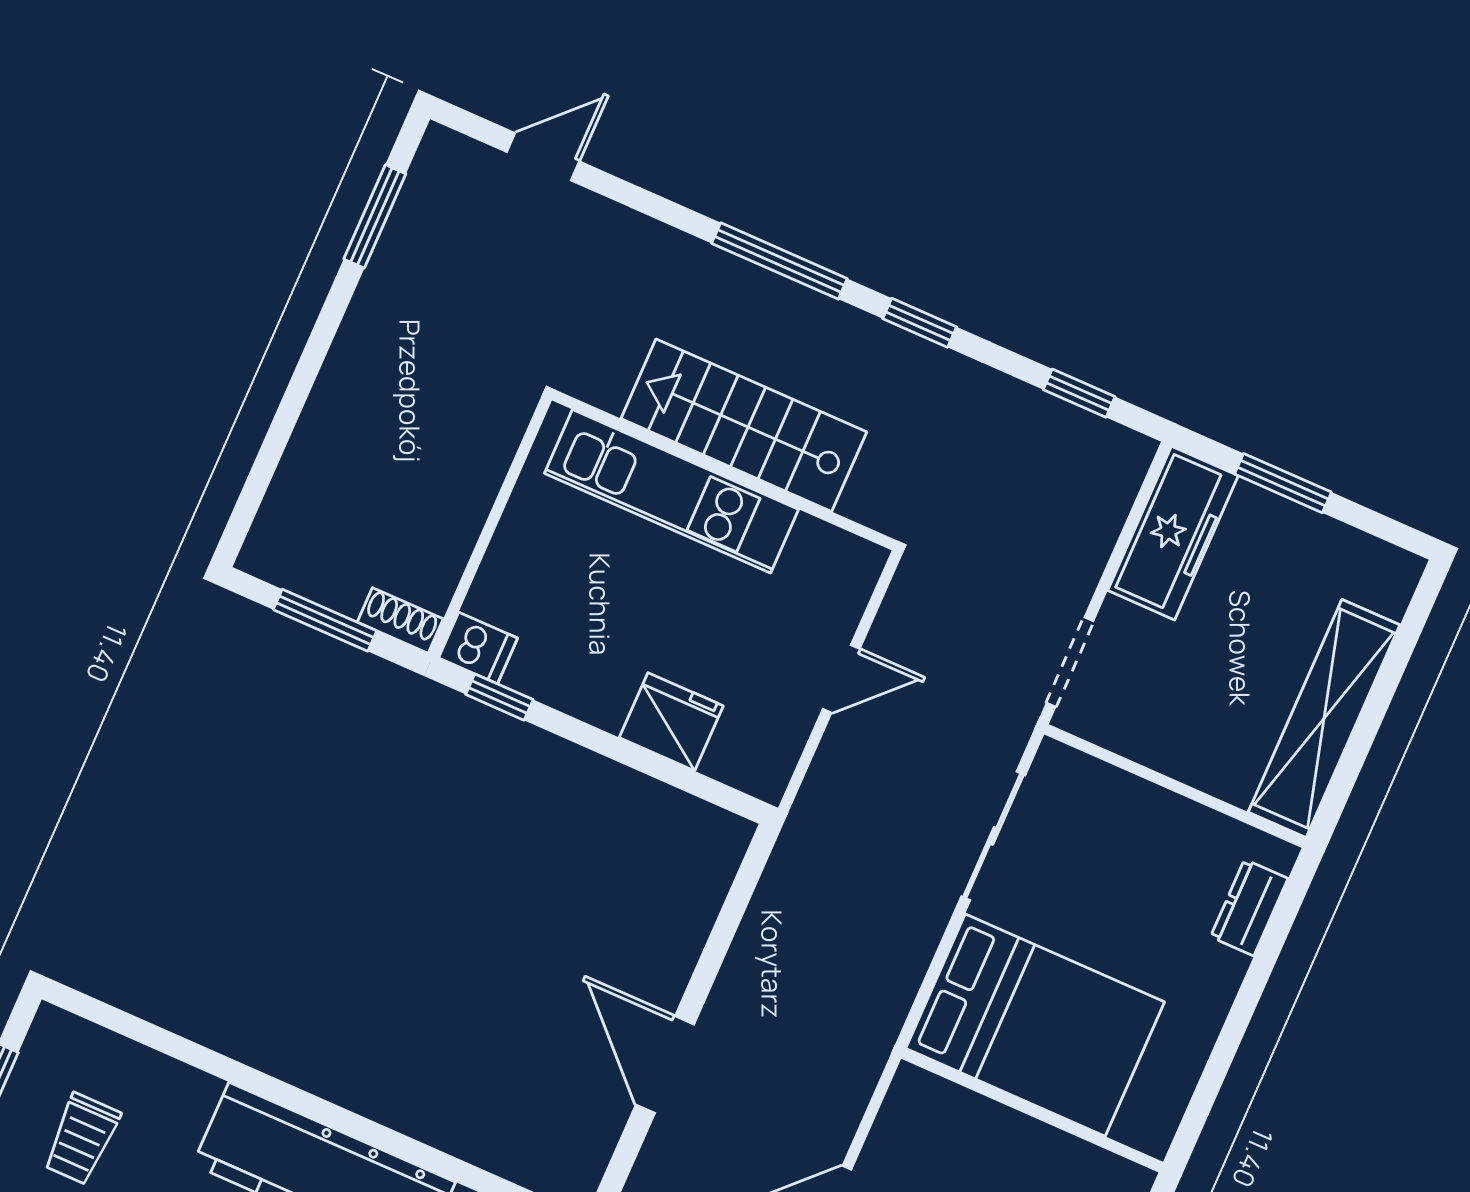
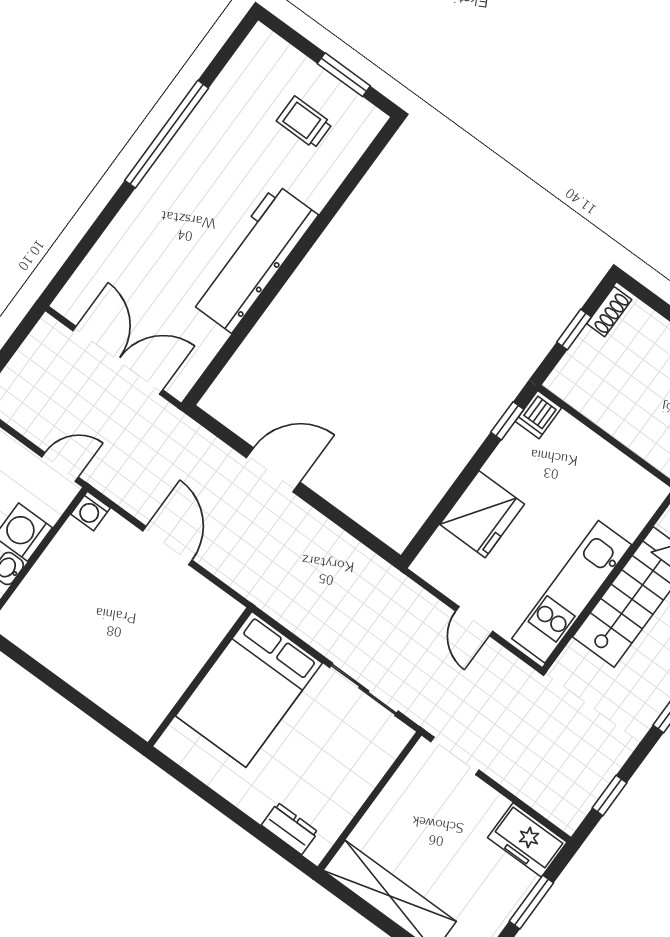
kitchen unit: (671, 491) -> (572, 592), moved
freezer: (1173, 533) -> (527, 840), width x0.71
window: (325, 620) -> (574, 330), width x0.67
shoe rack: (400, 620) -> (609, 312), moved
fridge: (671, 722) -> (482, 514), width x1.36, depth x1.34

